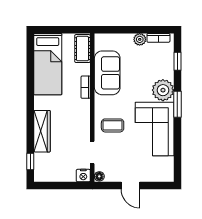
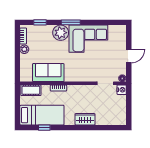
coffee table: (113, 125) -> (86, 69), removed
wardrobe: (42, 131) -> (85, 119), width x0.67
window: (30, 161) -> (44, 128), moved

